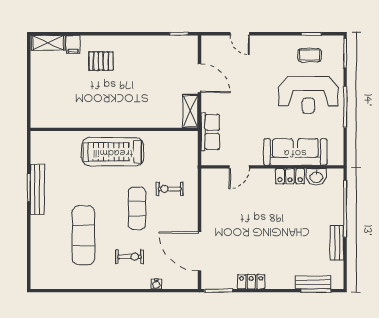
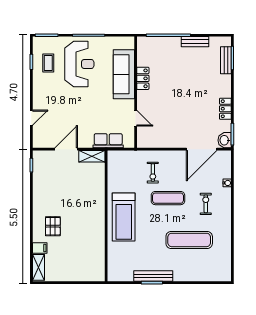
washbasin: (316, 177) -> (225, 140), moved, turned 180

